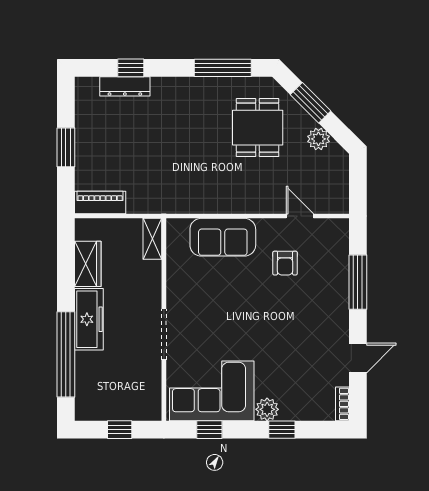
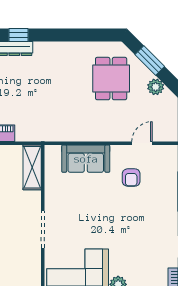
window: (223, 68) -> (86, 35), removed
door: (300, 216) -> (142, 143), hinge flipped
shelving: (152, 239) -> (32, 167), width x1.50, depth x1.33

